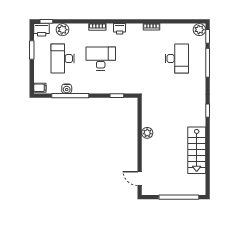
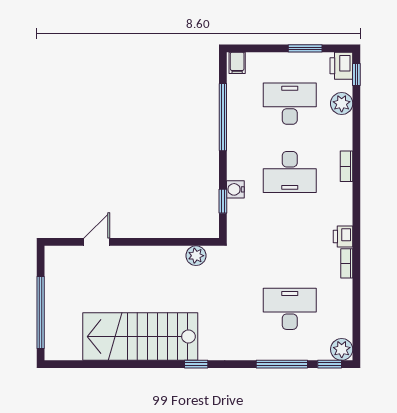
printer: (120, 29) -> (343, 237), moved
desk: (101, 59) -> (290, 172), turned 90
desk: (177, 59) -> (290, 309), turned 180
water cooler: (67, 89) -> (235, 189), moved
plant: (147, 133) -> (196, 256), moved
stairs: (197, 150) -> (140, 337), width x1.36, depth x1.51
door: (140, 178) -> (97, 242), moved

